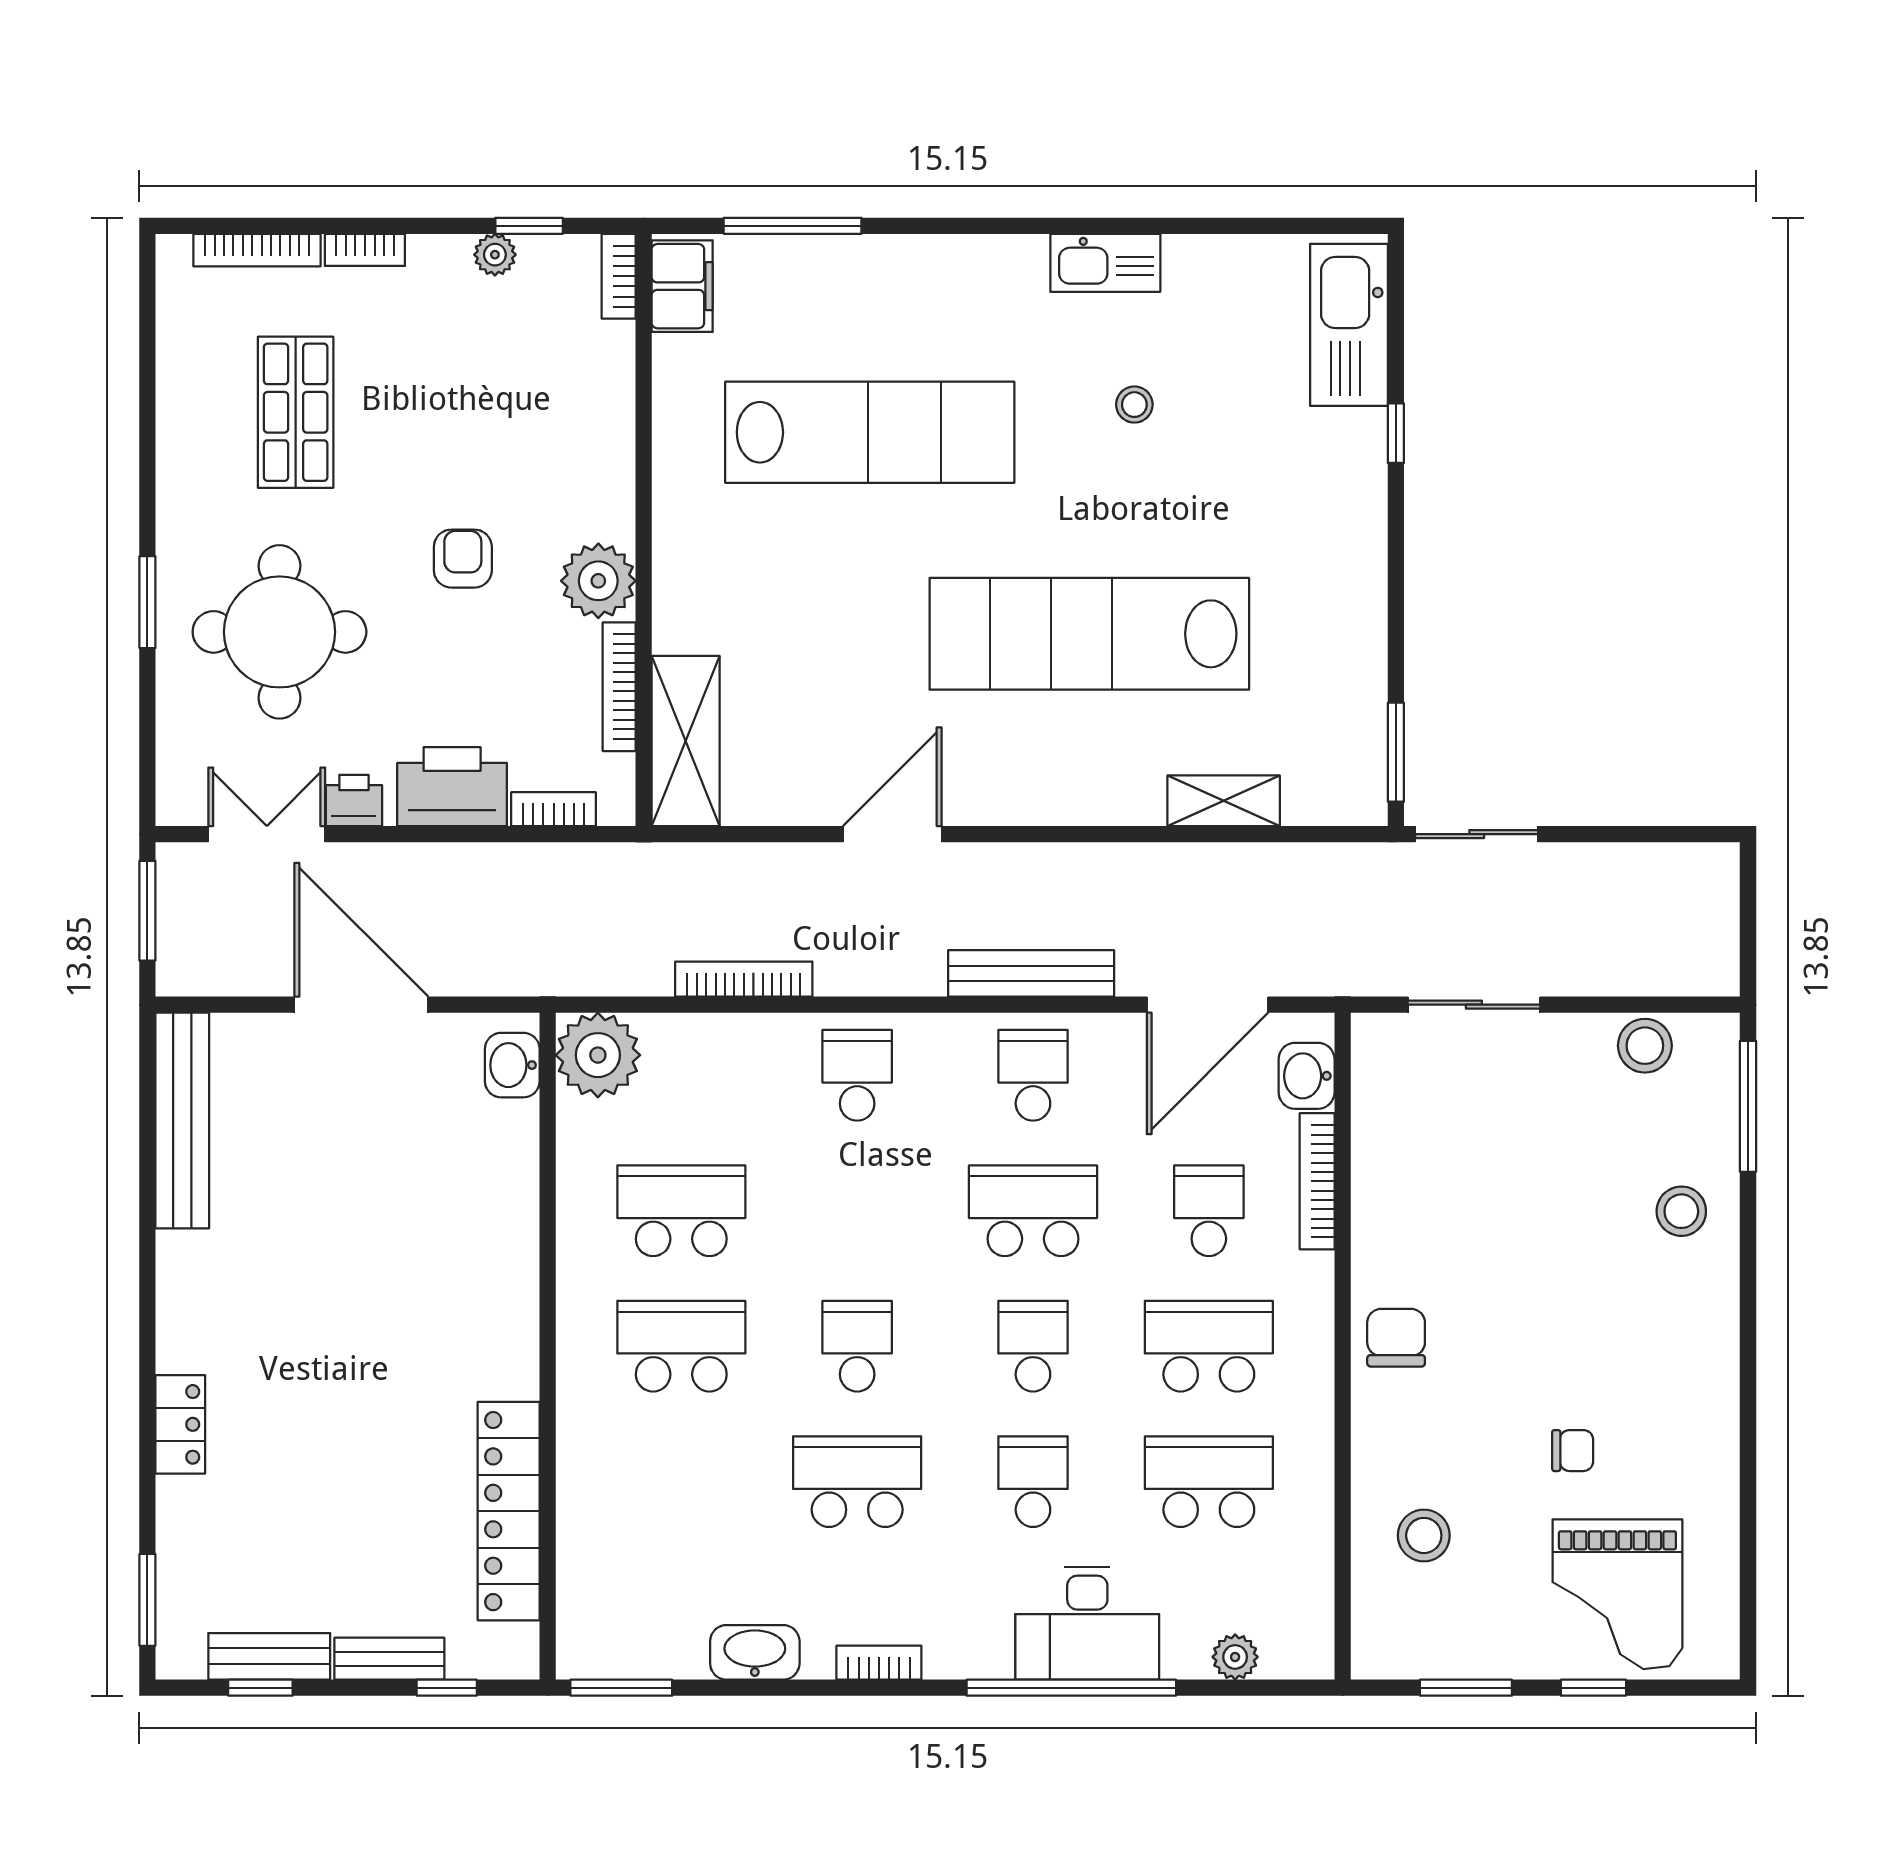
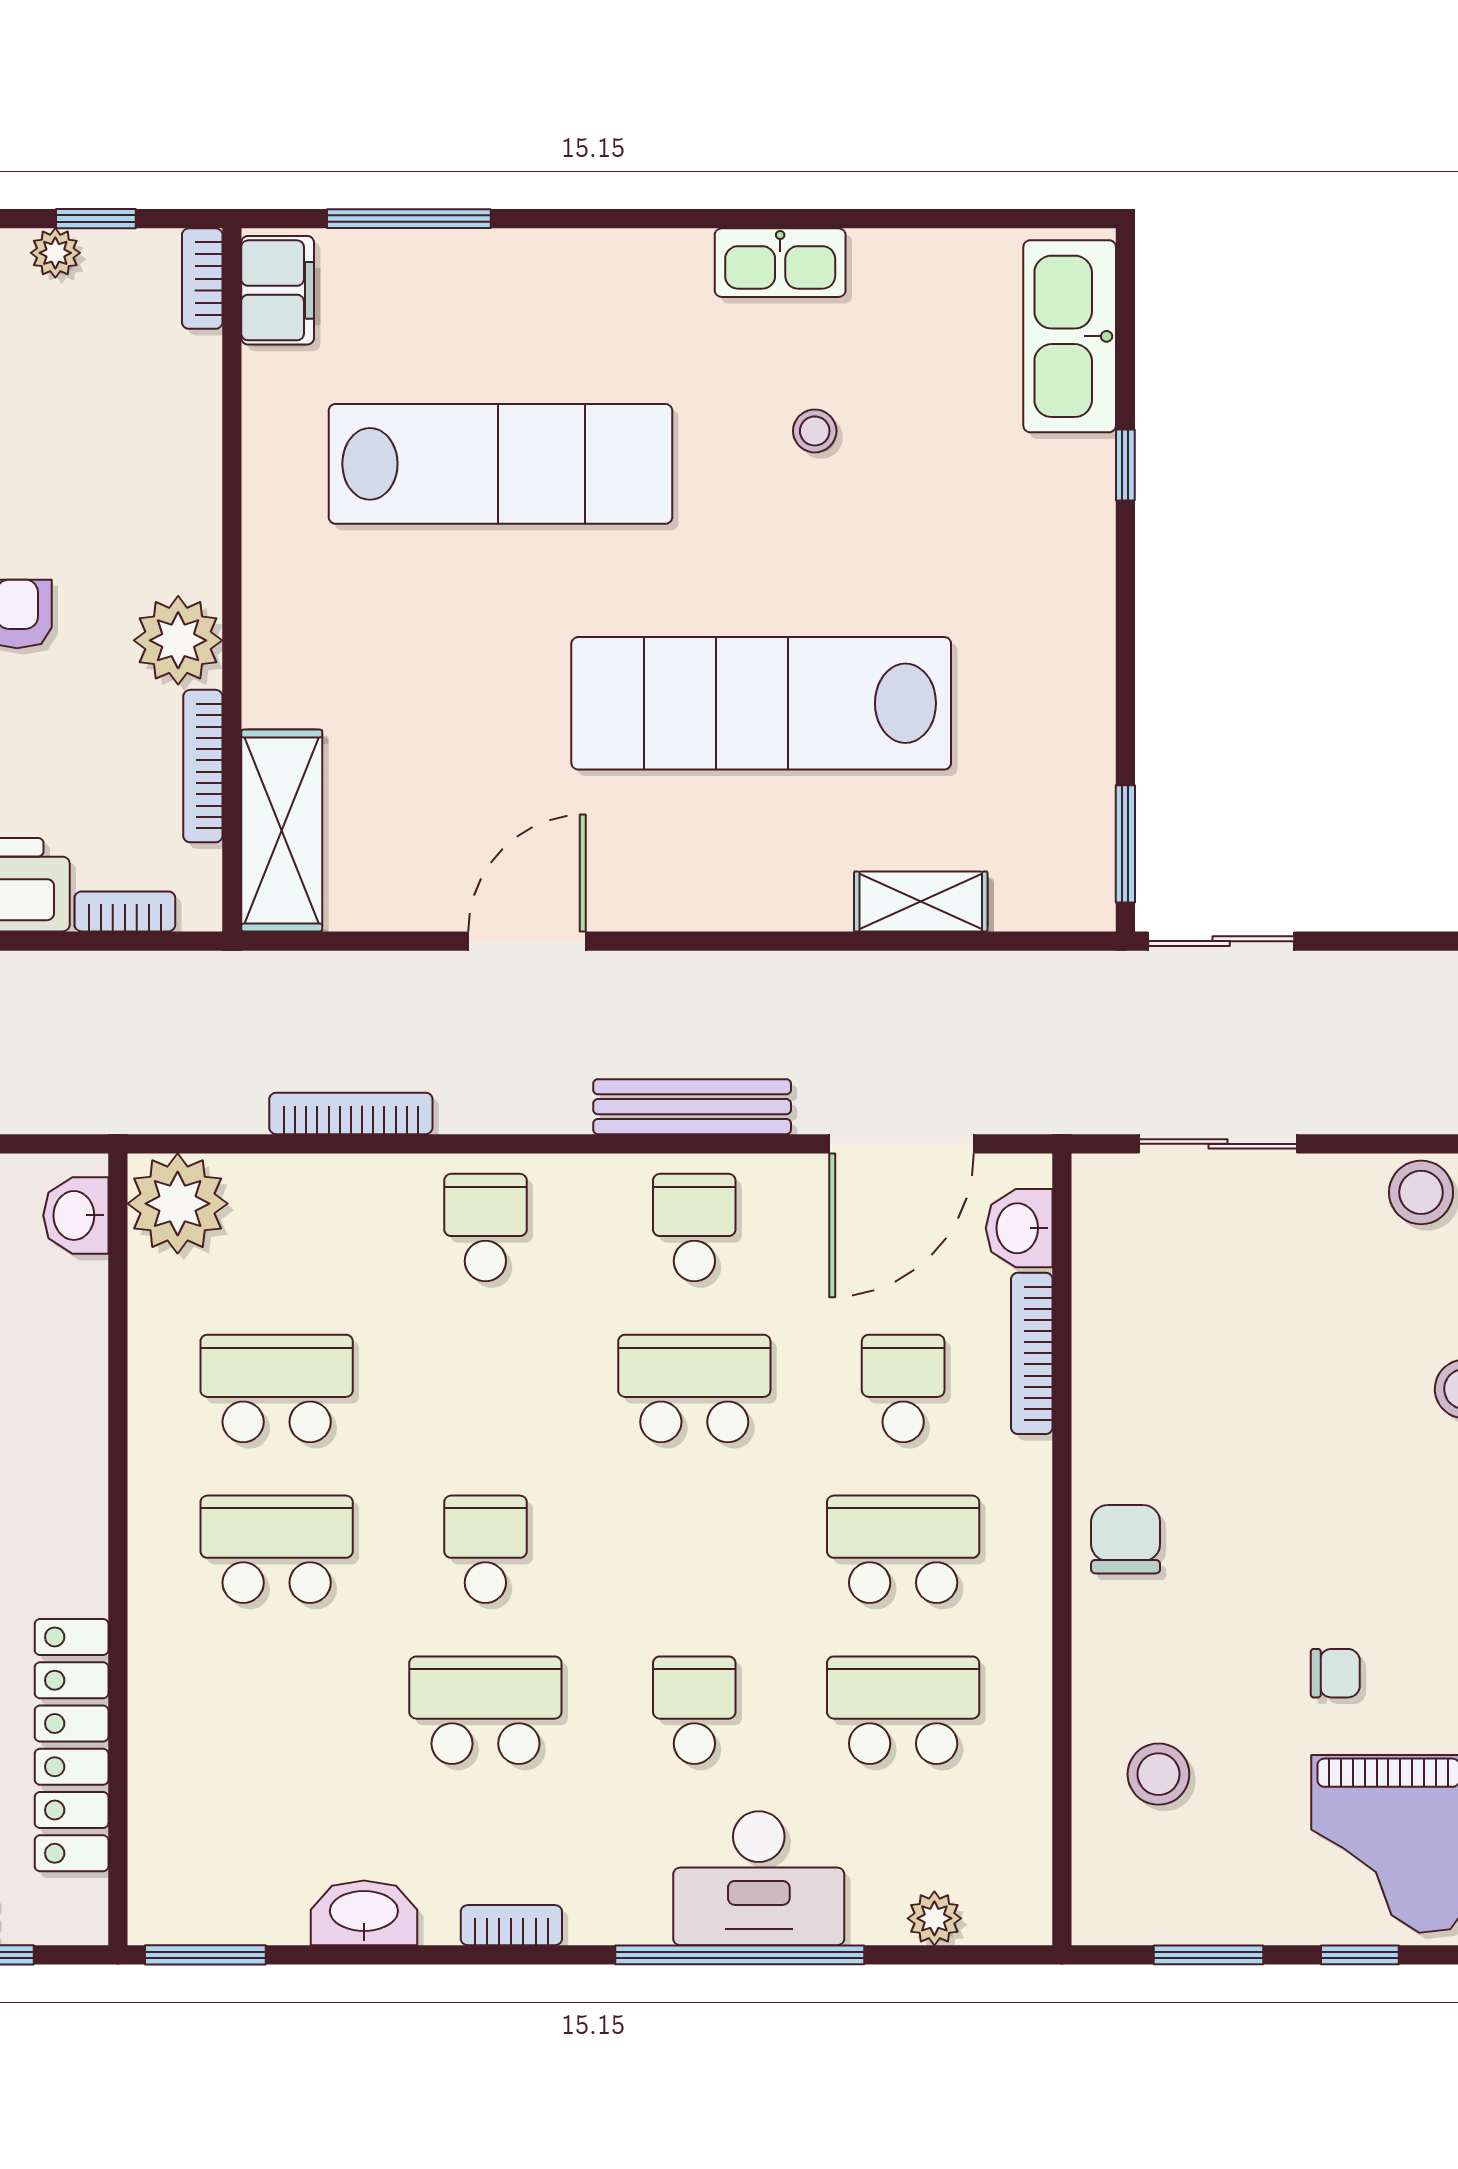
school desk: (1033, 1346) -> (694, 1549), removed

